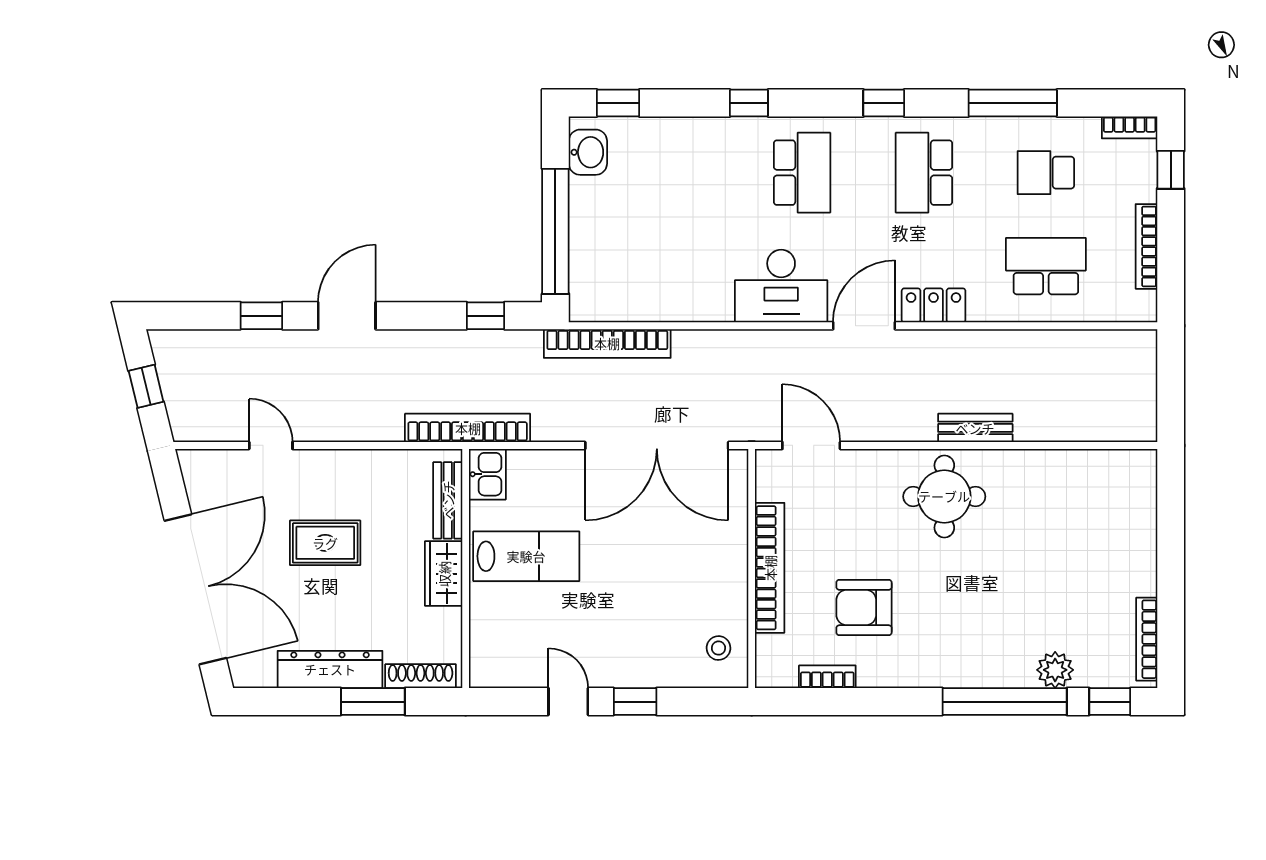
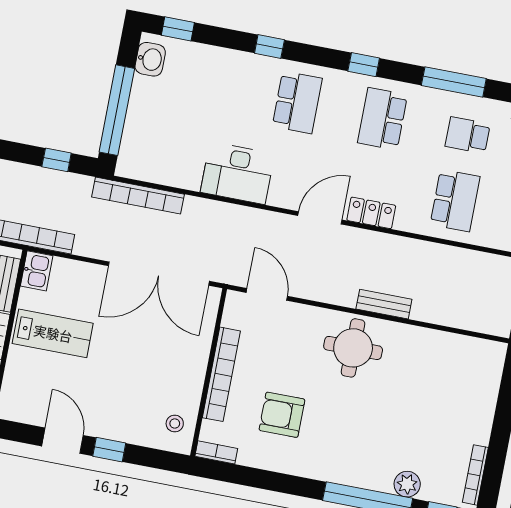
school desk: (1046, 266) -> (455, 201), turned 90
desk: (781, 286) -> (237, 173), moved
bookcase: (827, 677) -> (216, 452), moved
door: (568, 702) -> (62, 441), width x1.38

